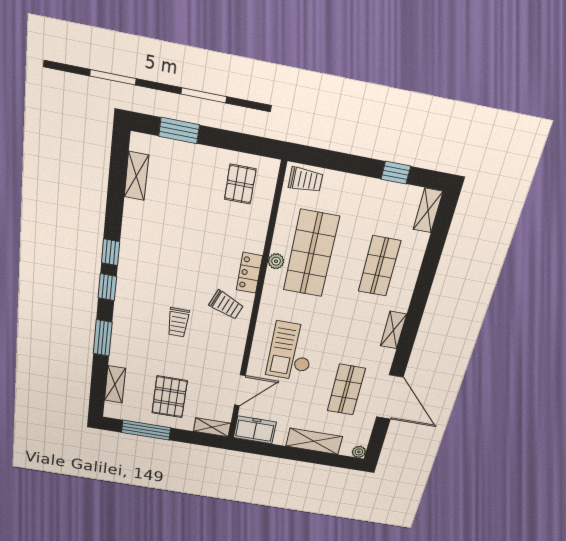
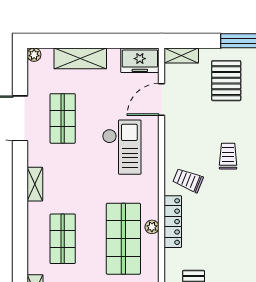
locker: (249, 273) -> (173, 222), width x1.53

